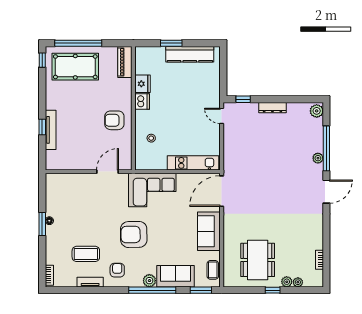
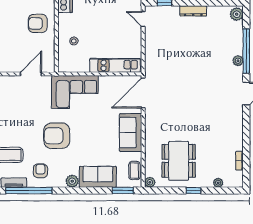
plant: (287, 282) -> (150, 182), moved
window: (152, 290) -> (29, 191), moved

